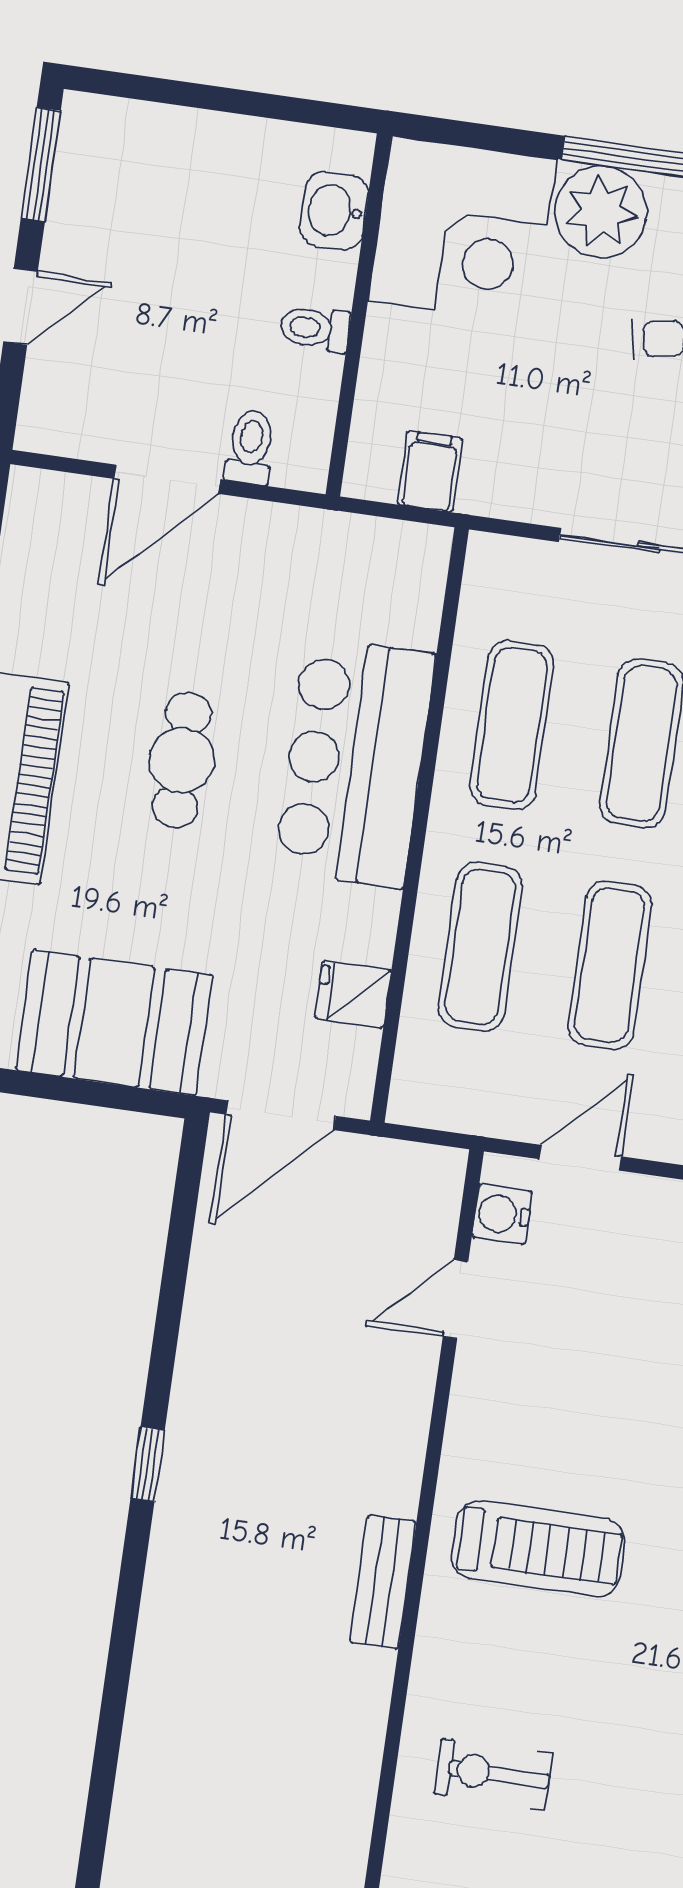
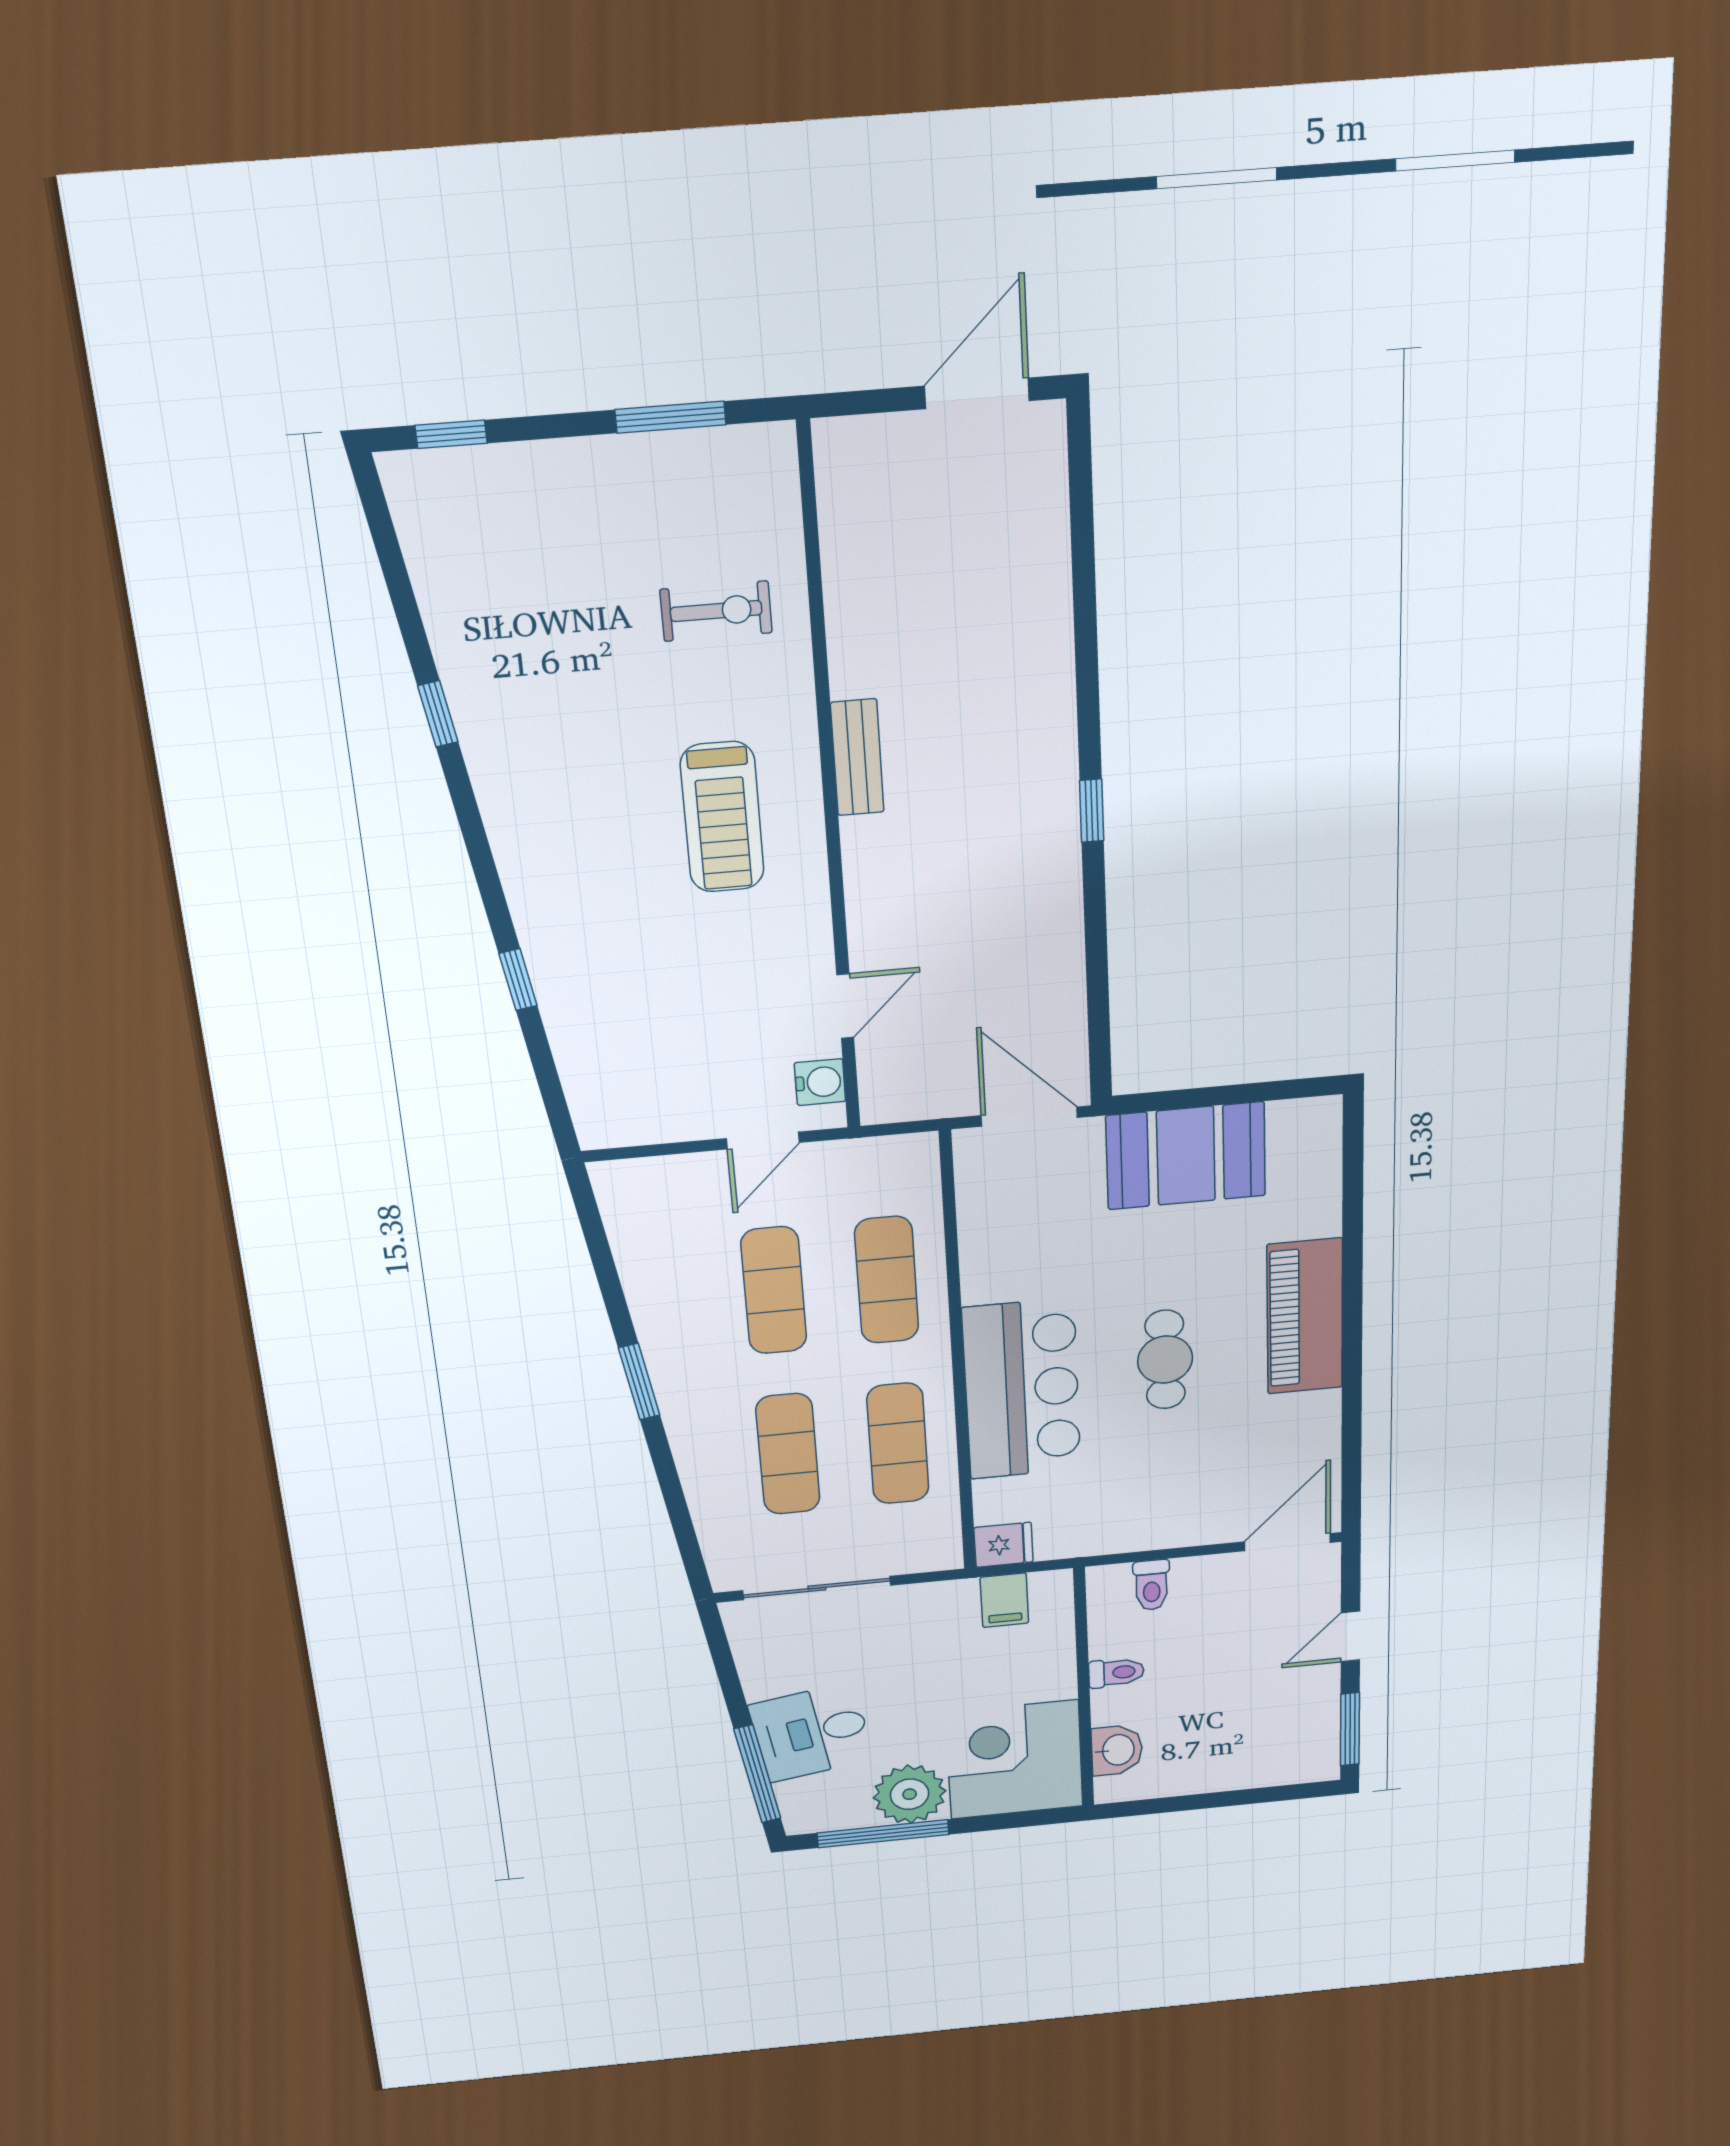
door: (167, 479) -> (1287, 1542), moved
fridge: (353, 994) -> (1004, 1545), moved
door: (281, 1115) -> (1029, 1117), hinge flipped
treadmill: (538, 1549) -> (722, 817), turned -90

